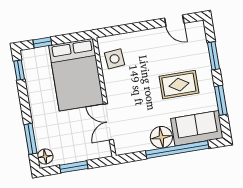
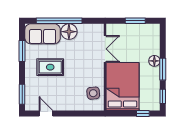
window: (213, 56) -> (22, 94), moved
window: (30, 139) -> (163, 69), moved
floor lamp: (45, 156) -> (154, 61), moved

